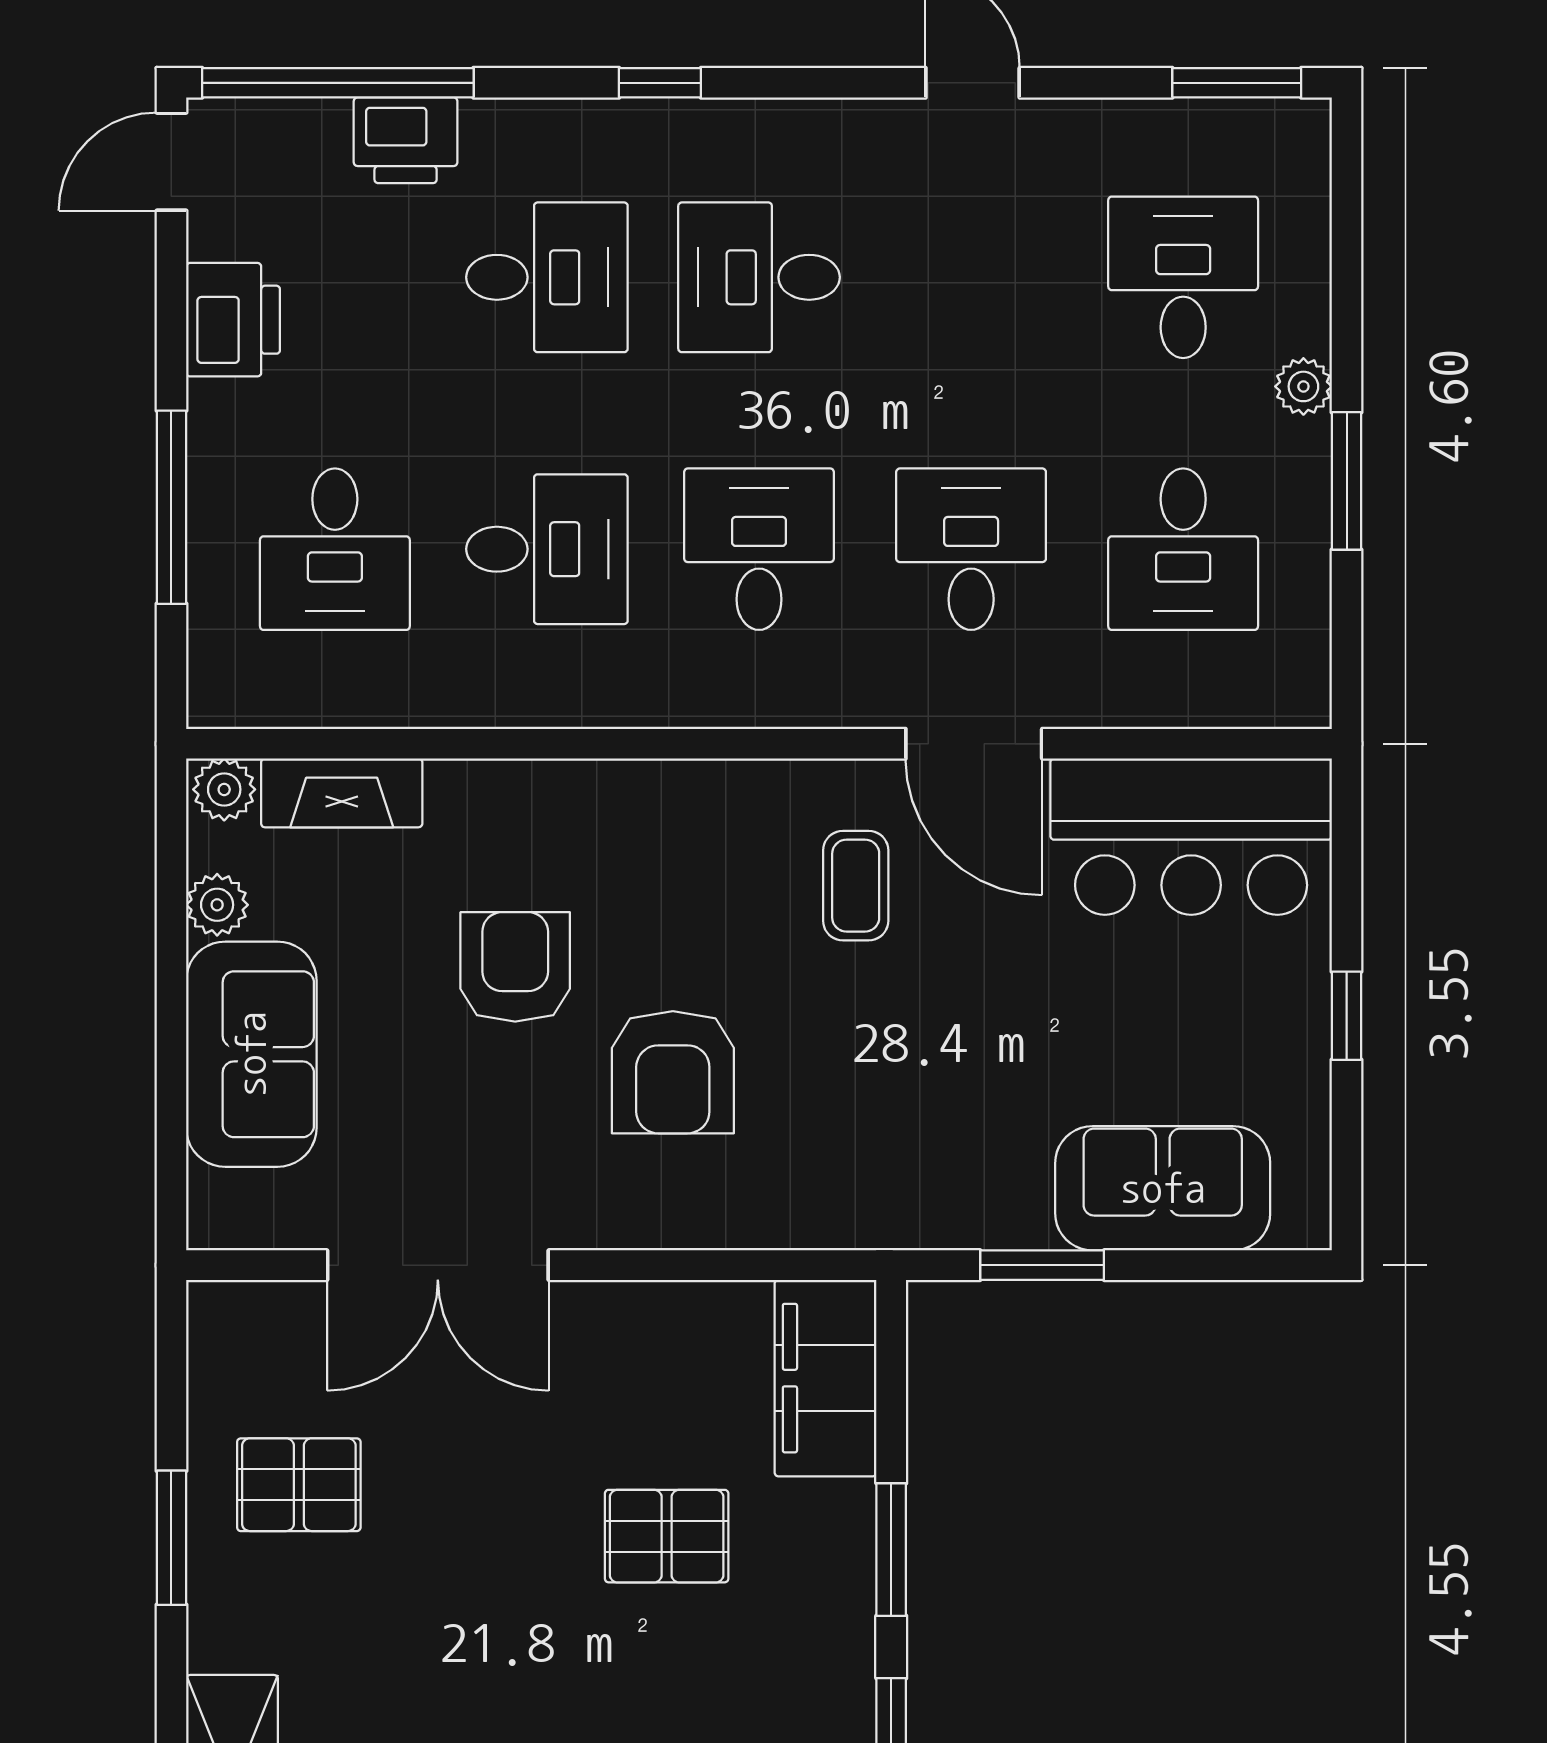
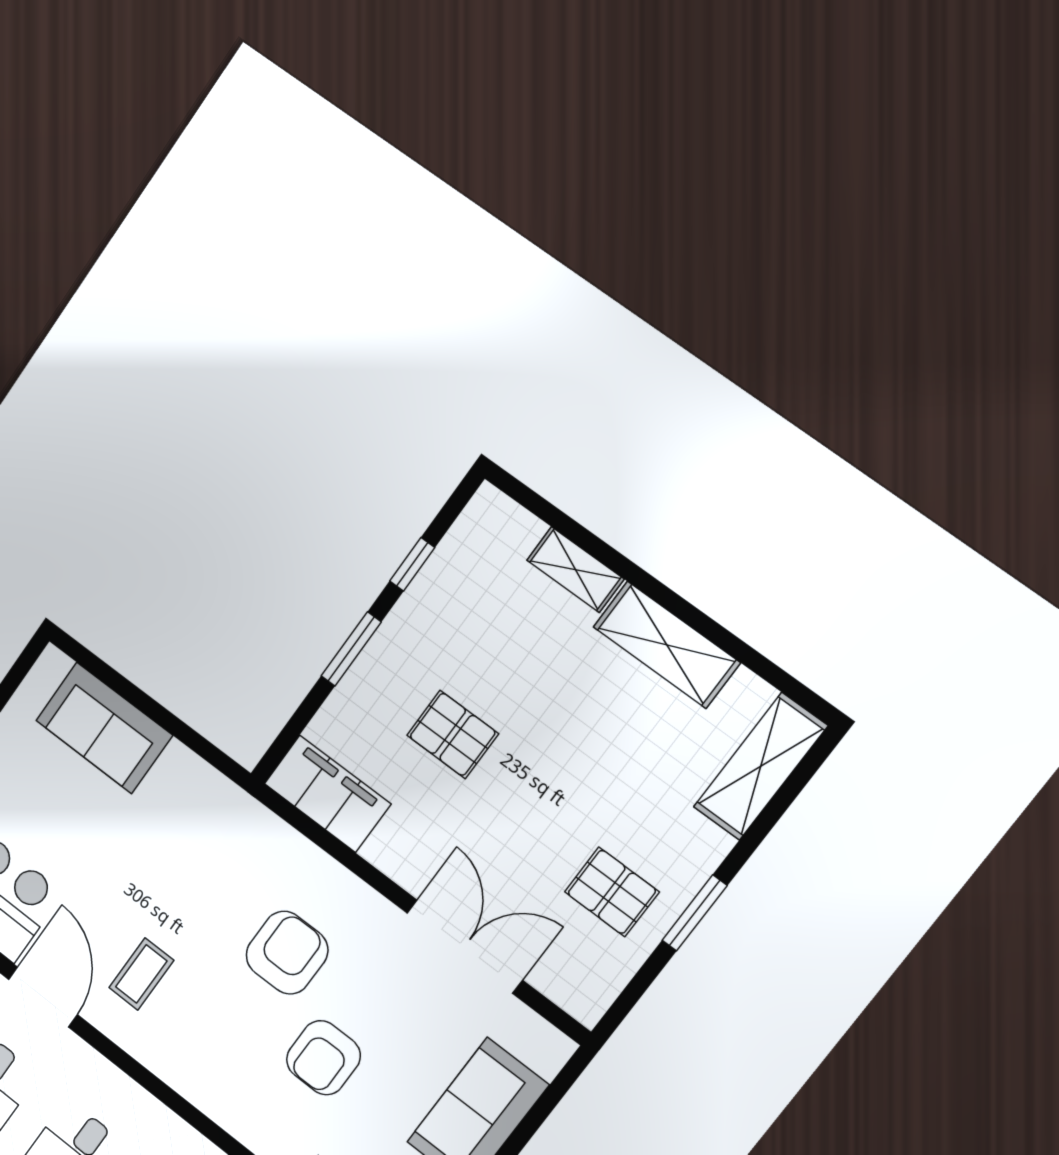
window: (1042, 1265) -> (184, 733), removed
filing cabinet: (826, 1378) -> (327, 794), moved, turned -90

